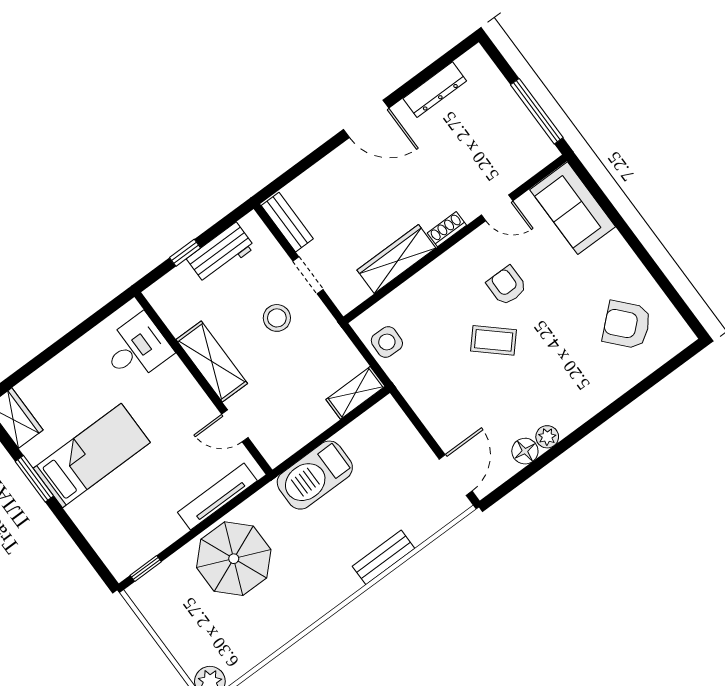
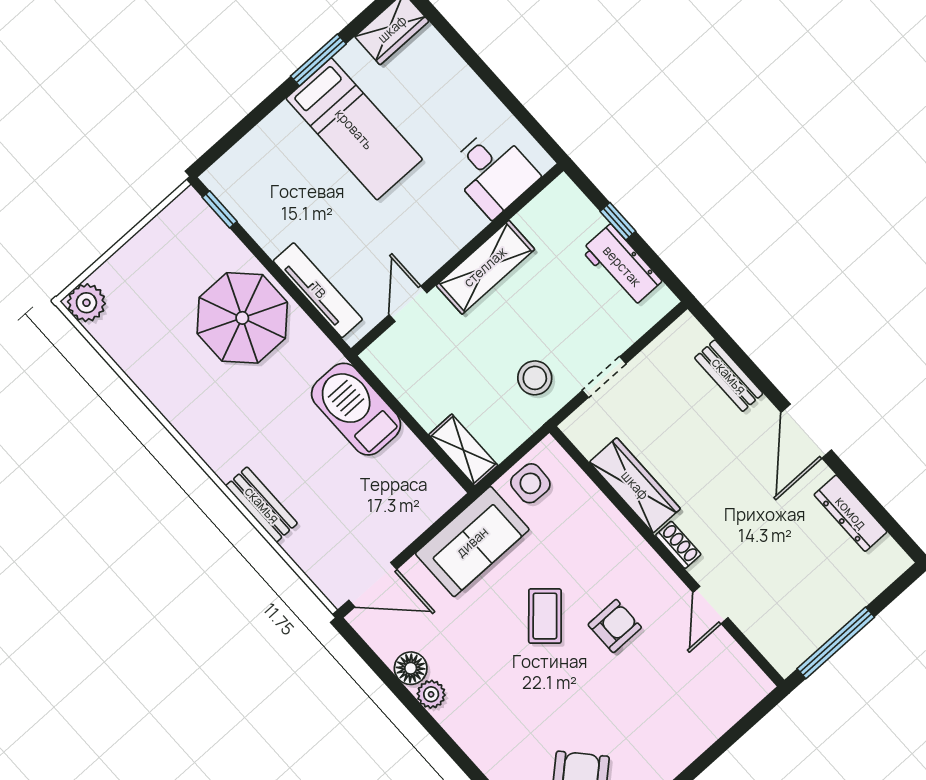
sofa: (573, 208) -> (472, 542), moved, turned 180
bench: (287, 222) -> (729, 376), moved, turned 90
stool: (277, 318) -> (535, 378), moved

